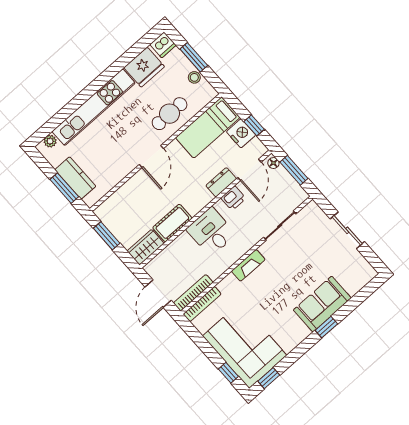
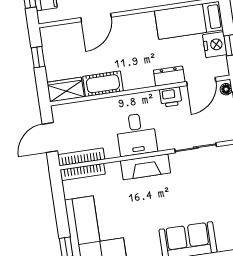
door: (151, 157) -> (96, 17), moved
desk: (211, 232) -> (136, 134), moved, turned 180
window: (107, 236) -> (38, 57), width x0.67
fireplace: (248, 265) -> (146, 167), width x1.37, depth x1.32

